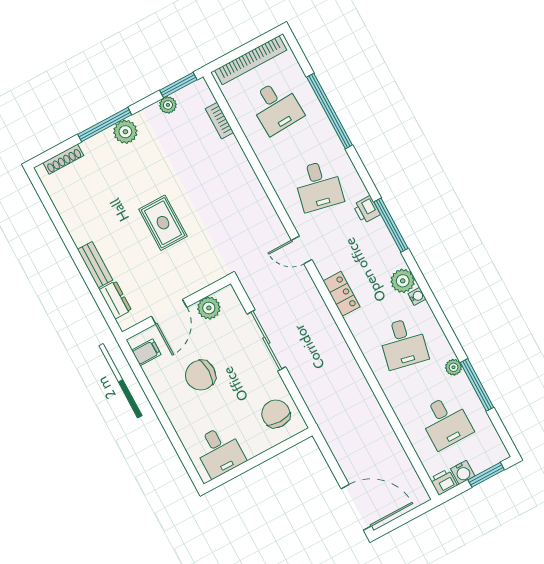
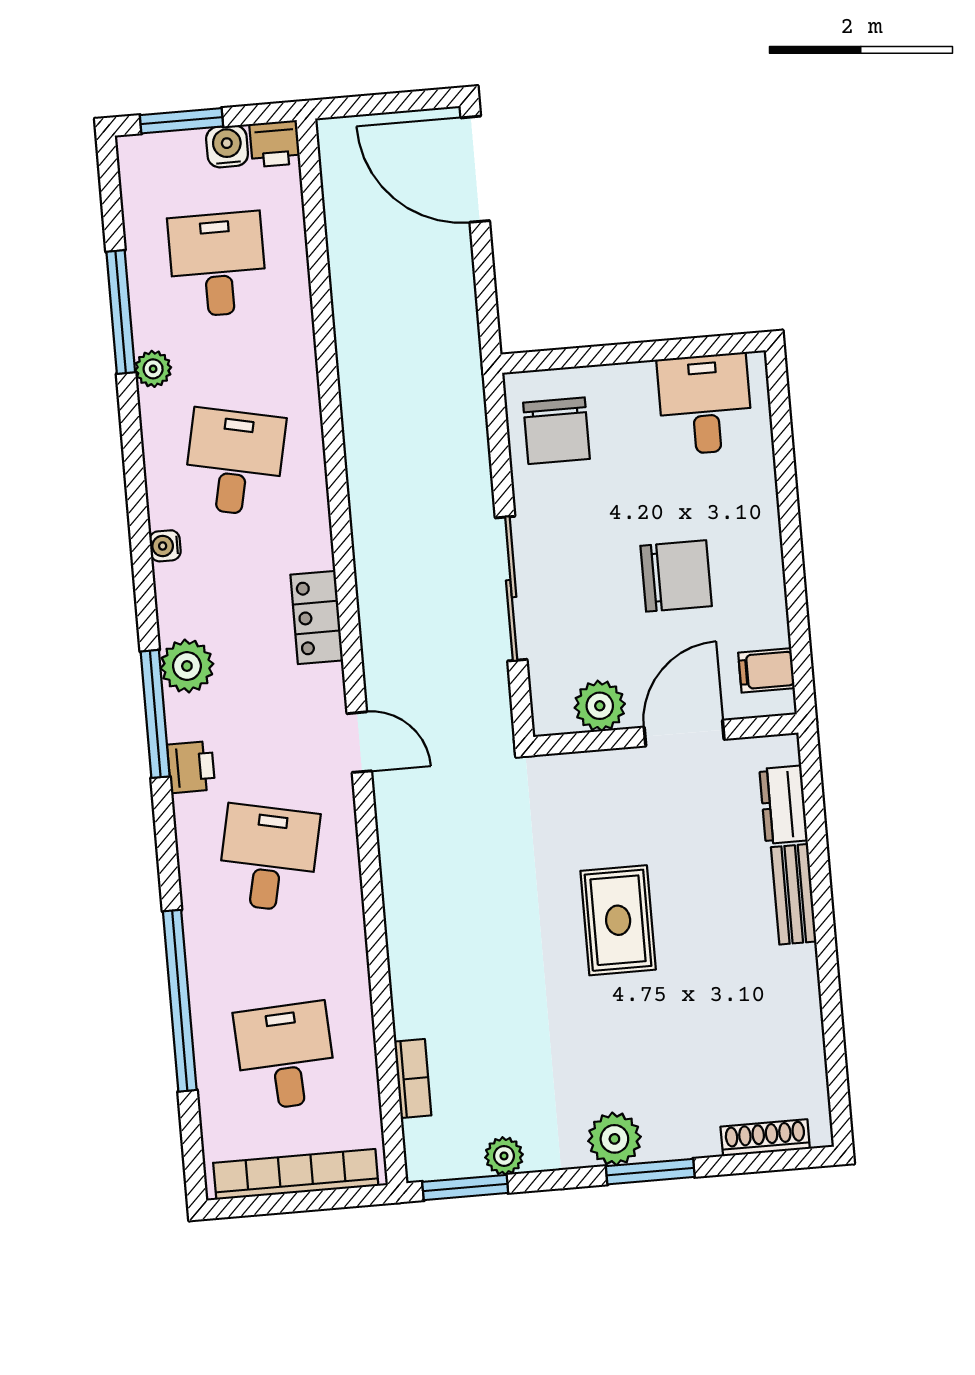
window: (105, 125) -> (650, 1172), width x0.69
plant: (403, 281) -> (187, 666), moved

